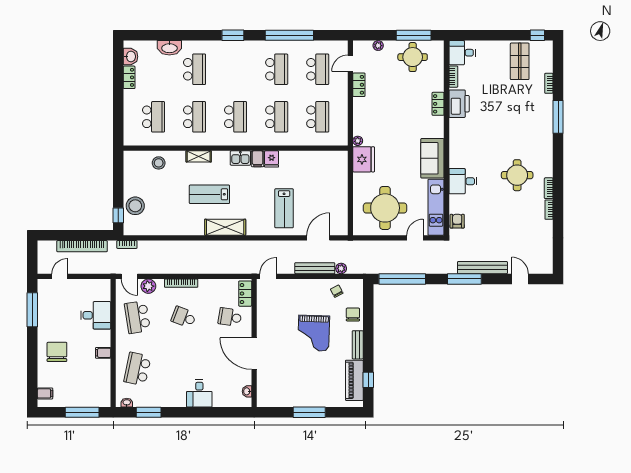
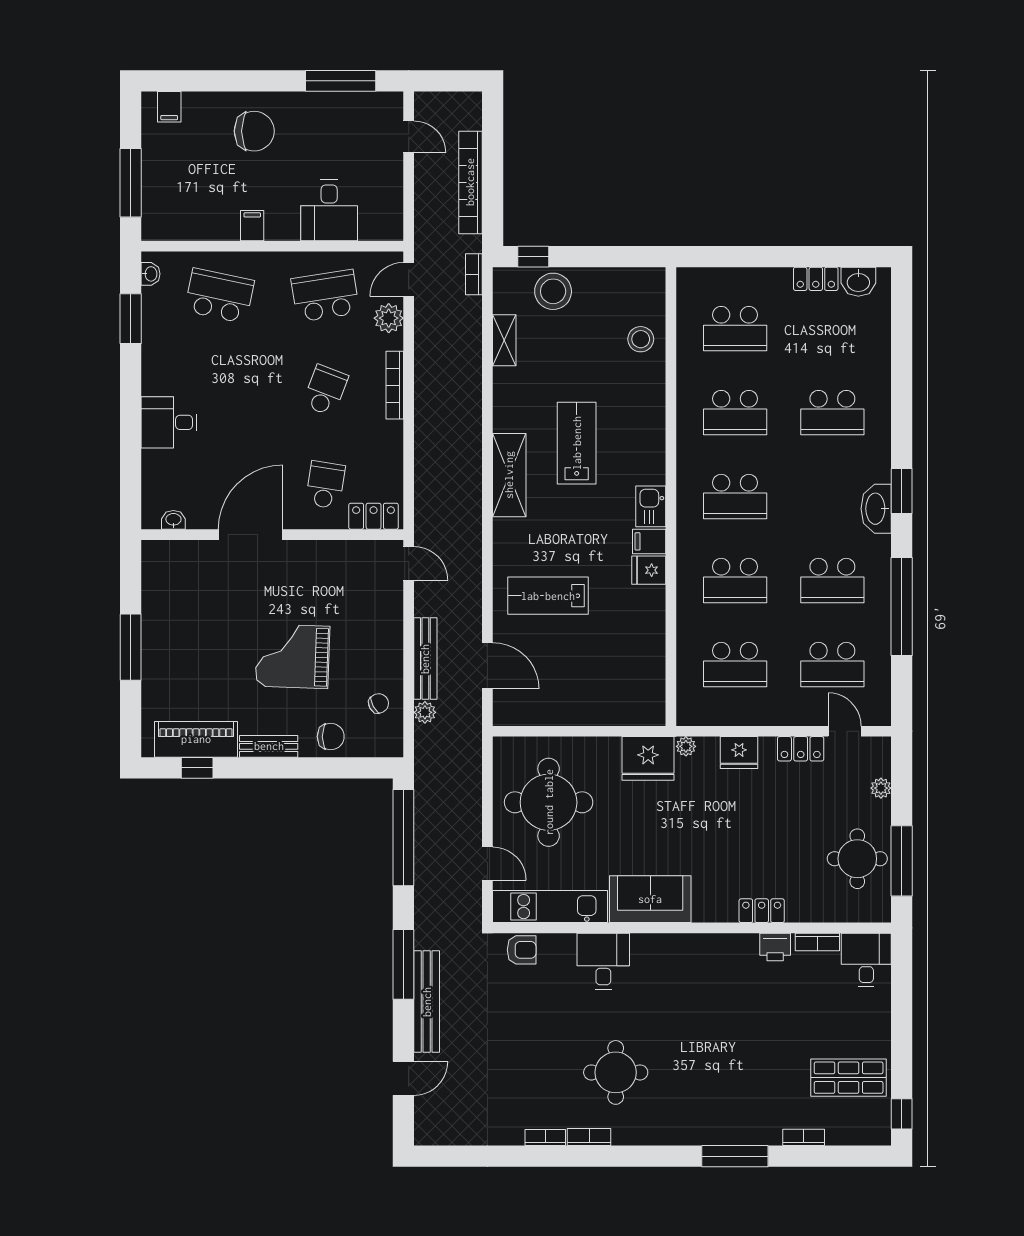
washbasin: (169, 48) -> (876, 509), moved
printer: (459, 104) -> (775, 947), width x0.53, depth x0.68
fridge: (361, 115) -> (739, 753), added
shelving: (199, 156) -> (504, 340), moved

